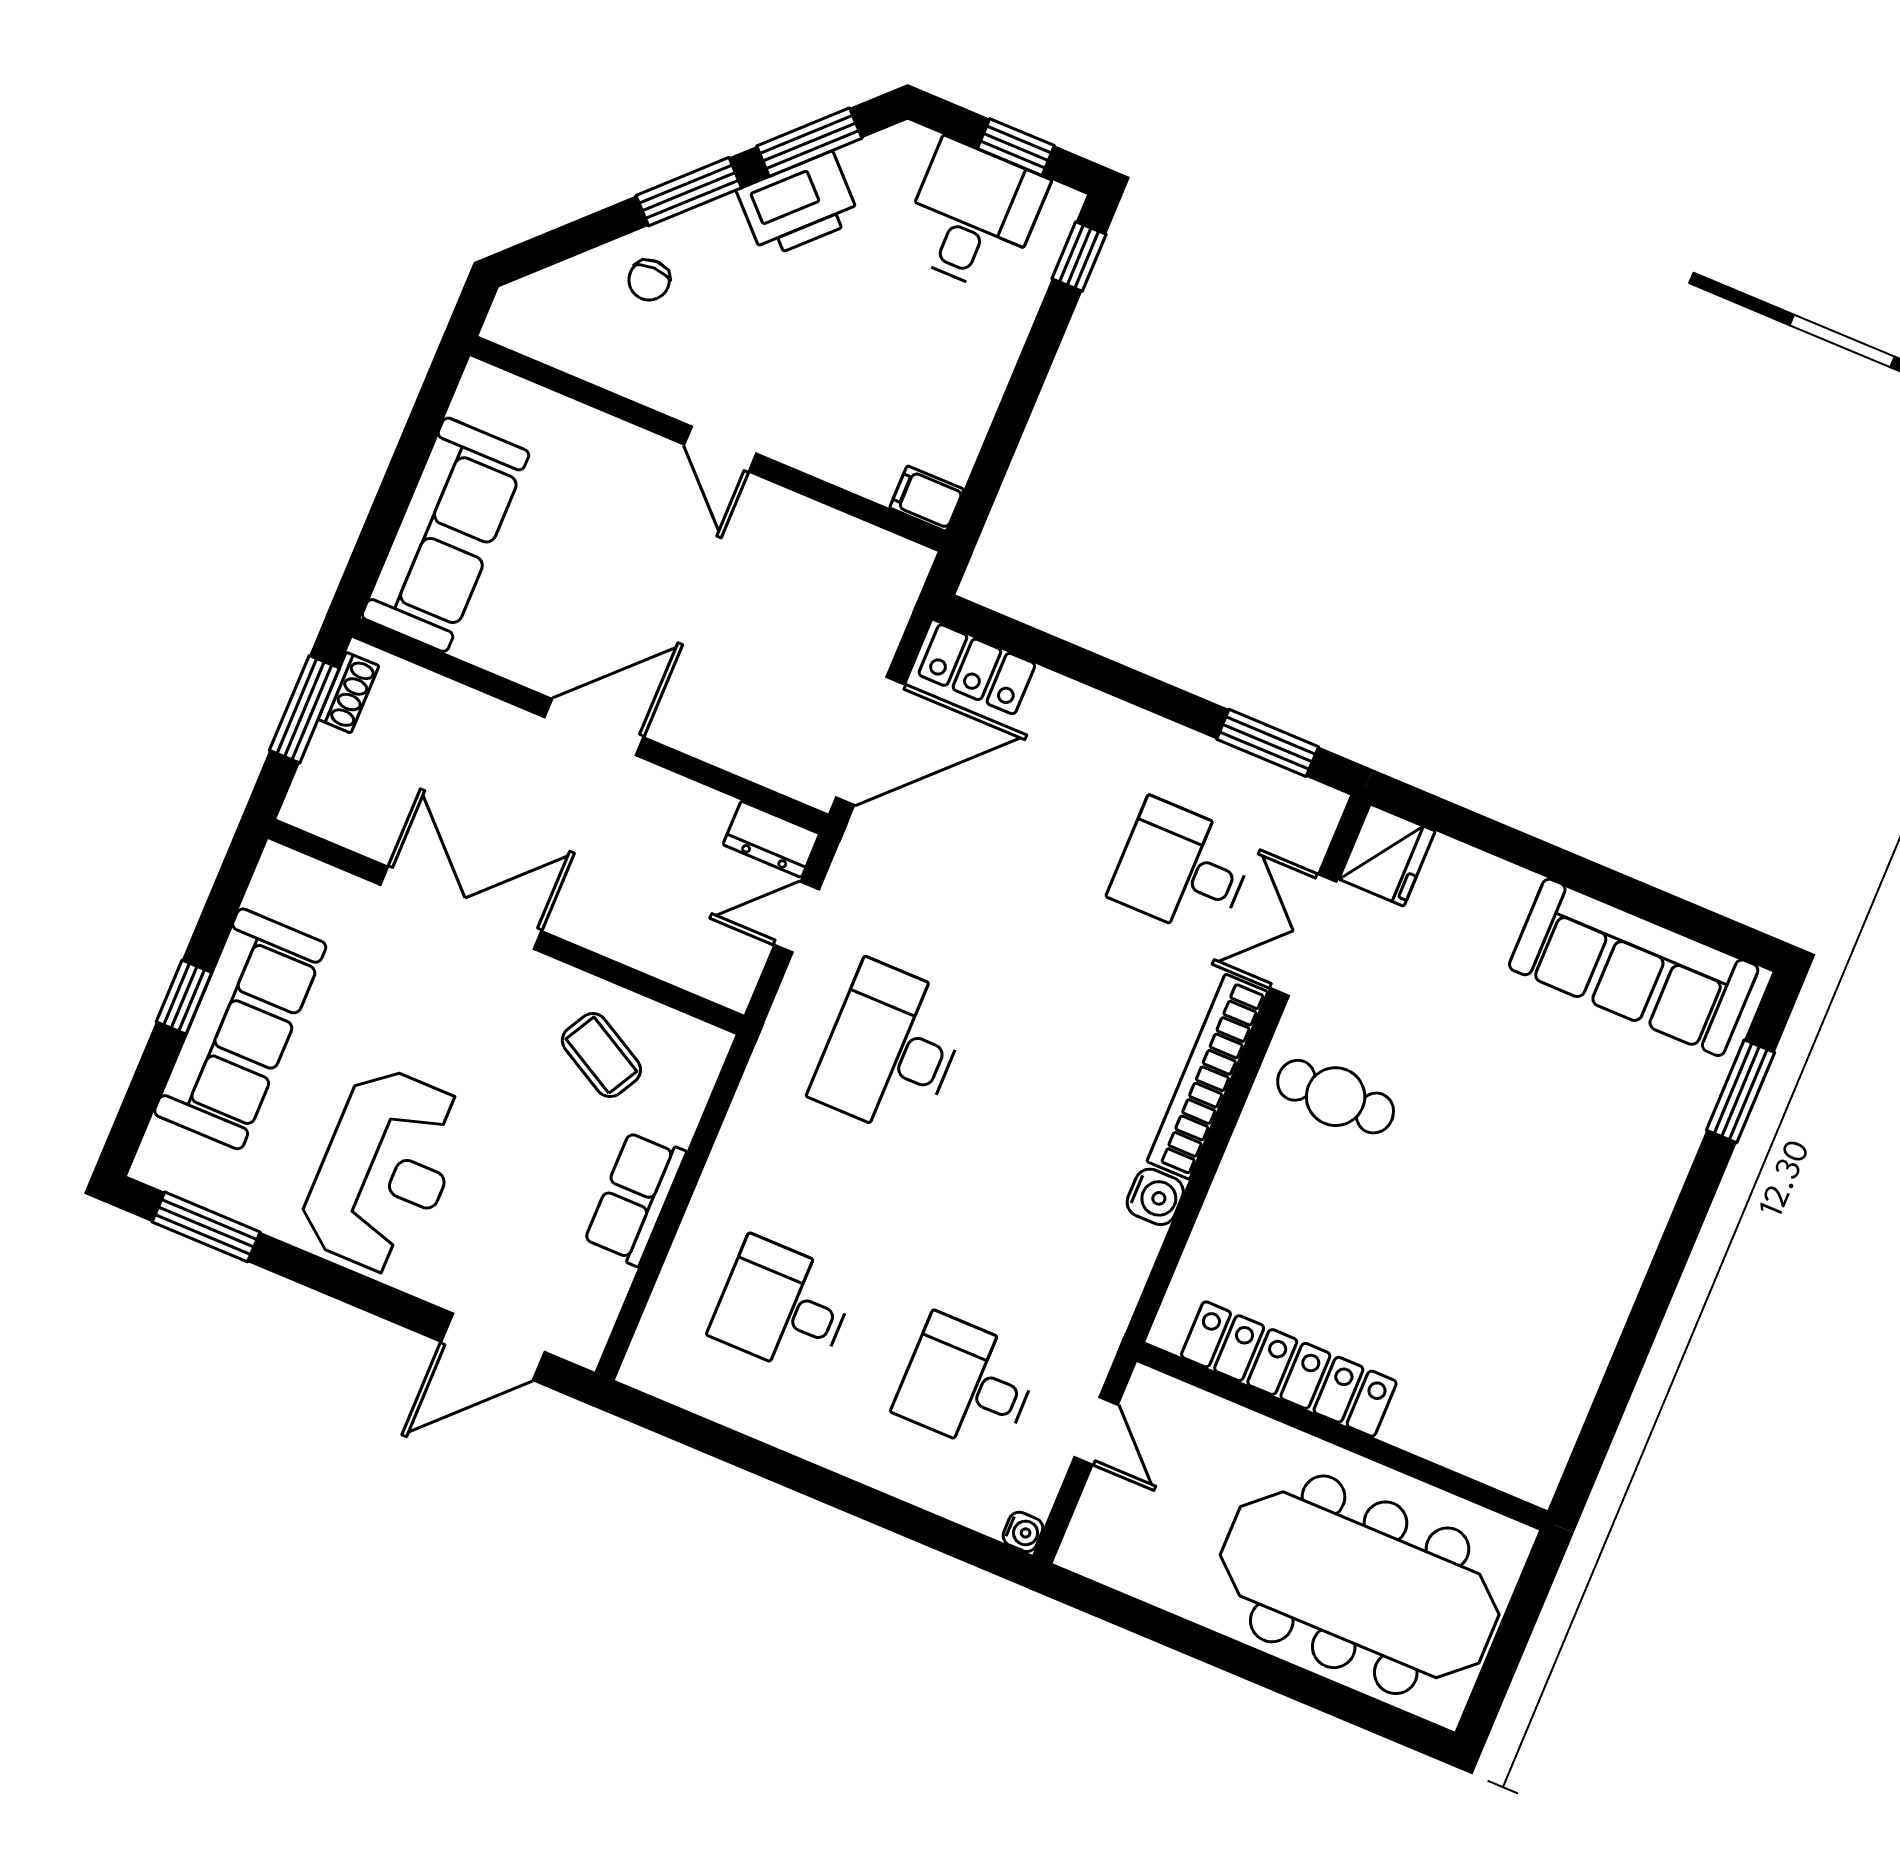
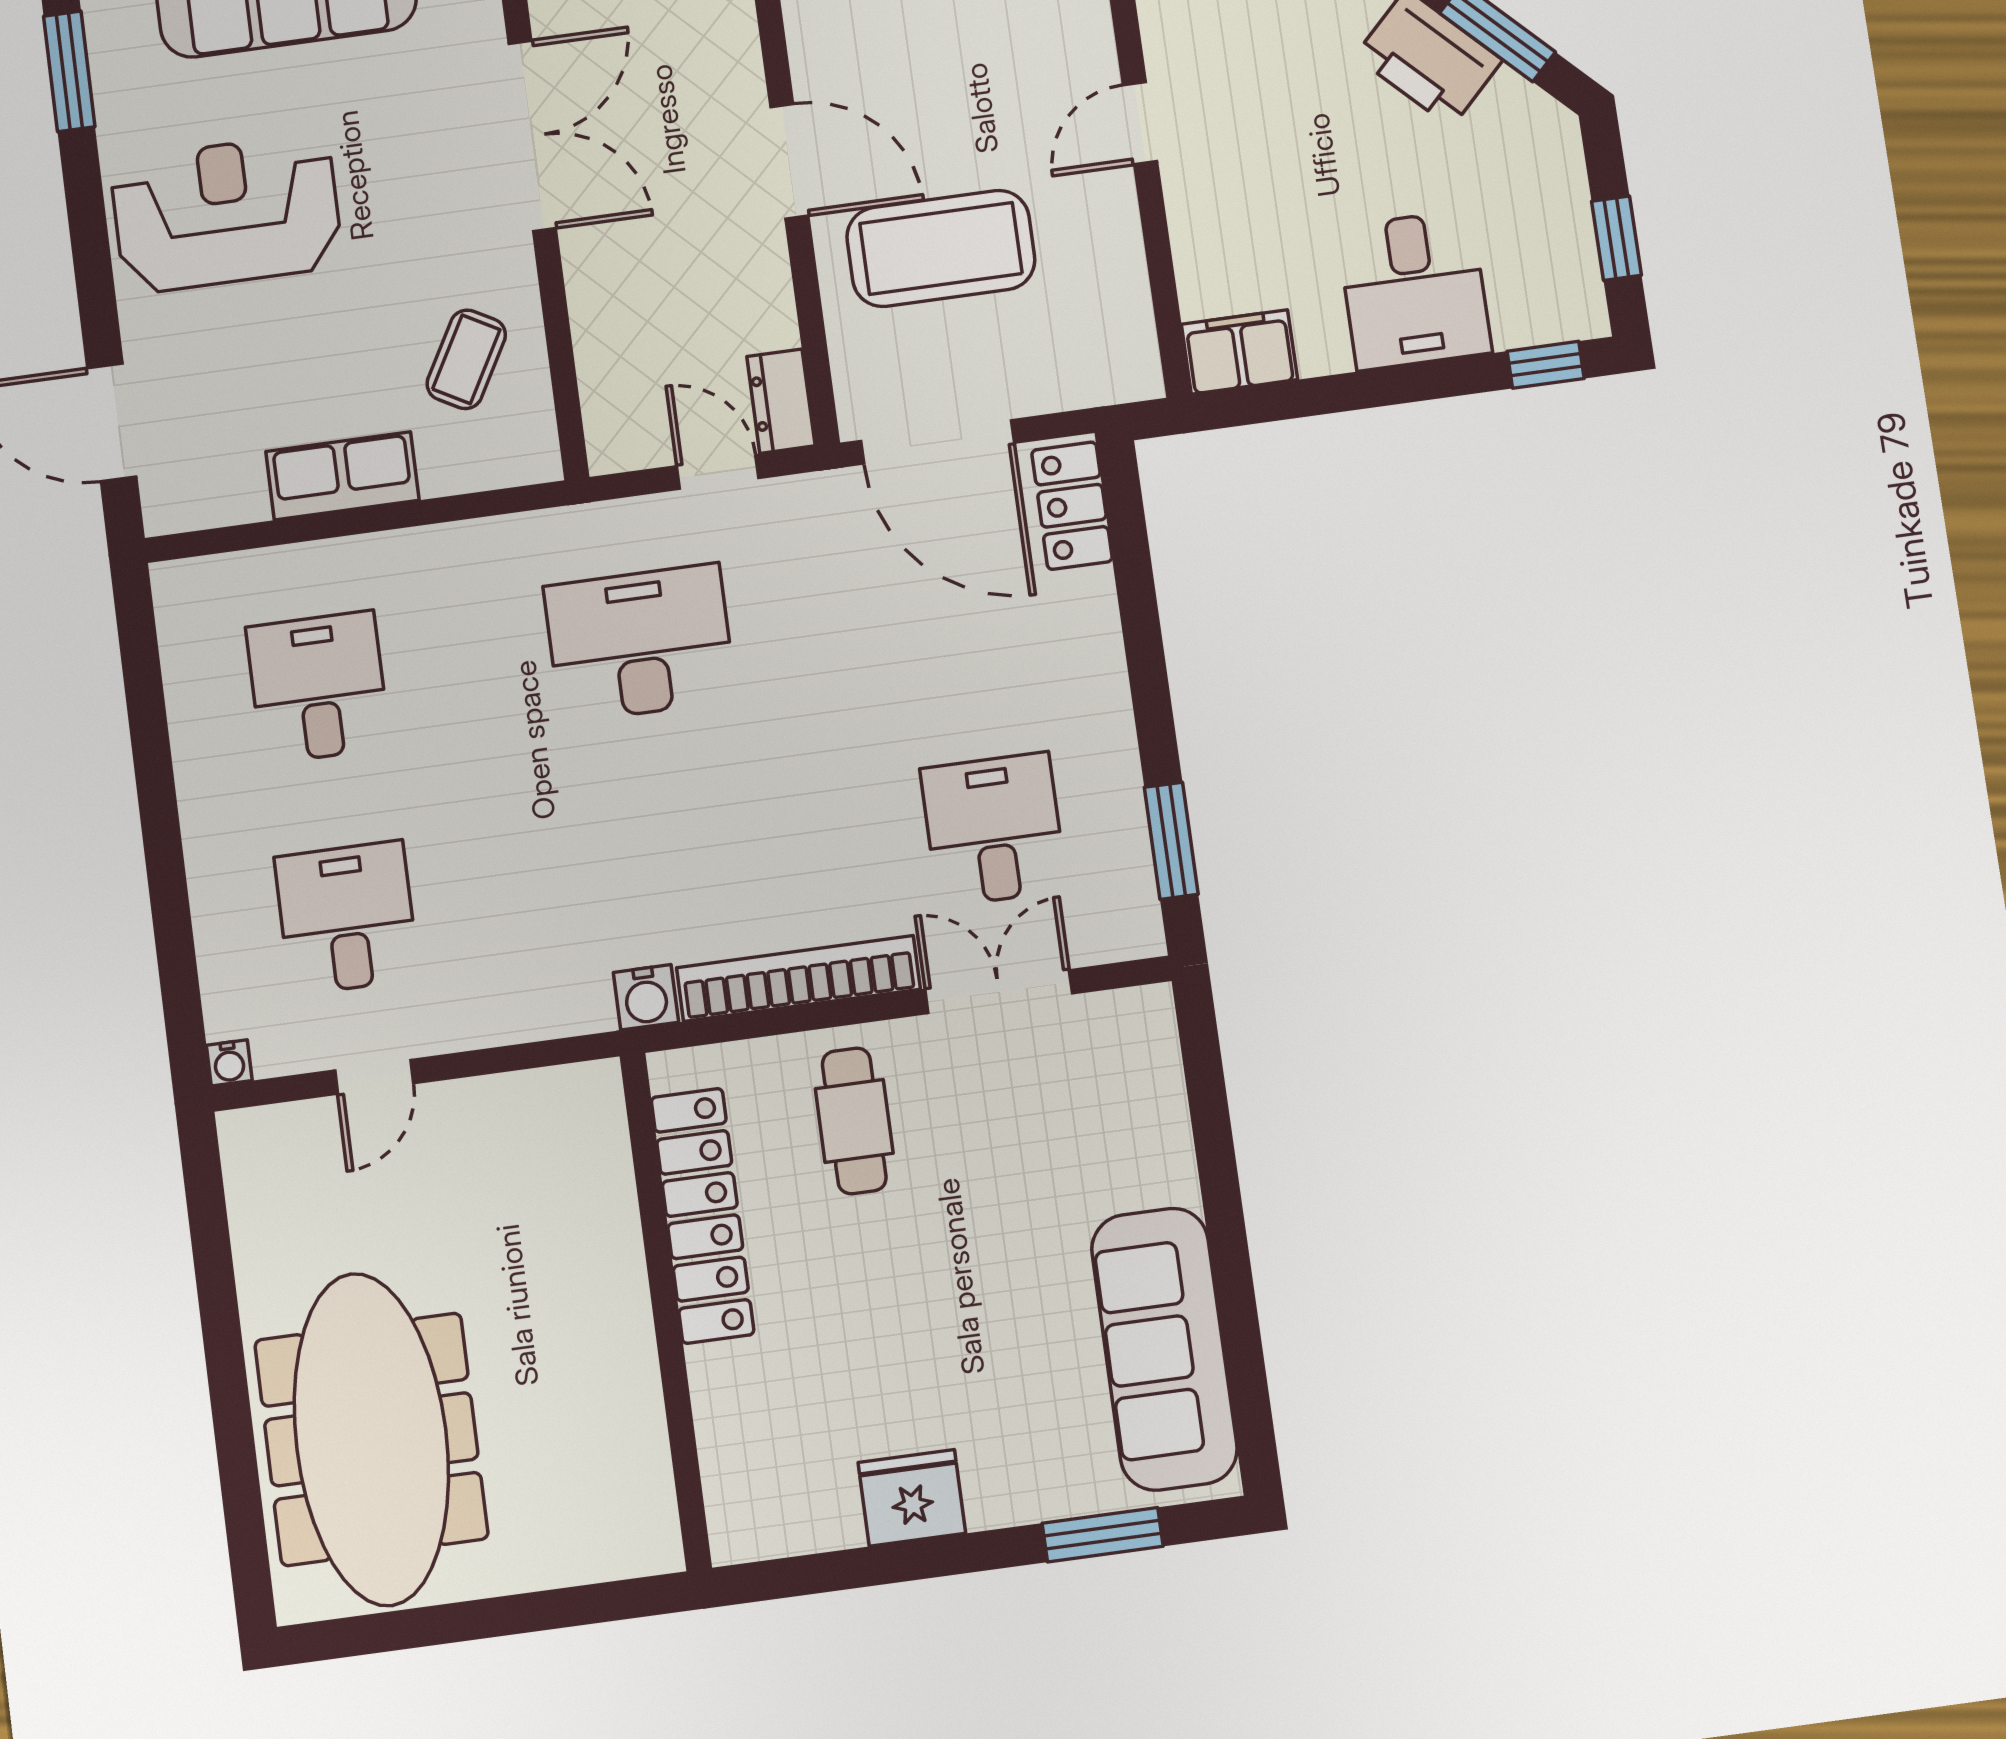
desk: (973, 216) -> (1414, 290), moved, turned 90
filing cabinet: (927, 499) -> (1239, 352), width x2.00
coffee table: (727, 653) -> (941, 248), added
fridge: (1387, 855) -> (912, 1498), moved, turned 180
reception desk: (385, 1171) -> (226, 213), turned 180
locker: (1289, 1369) -> (702, 1216), moved
wall: (1342, 1436) -> (666, 1311), moved

